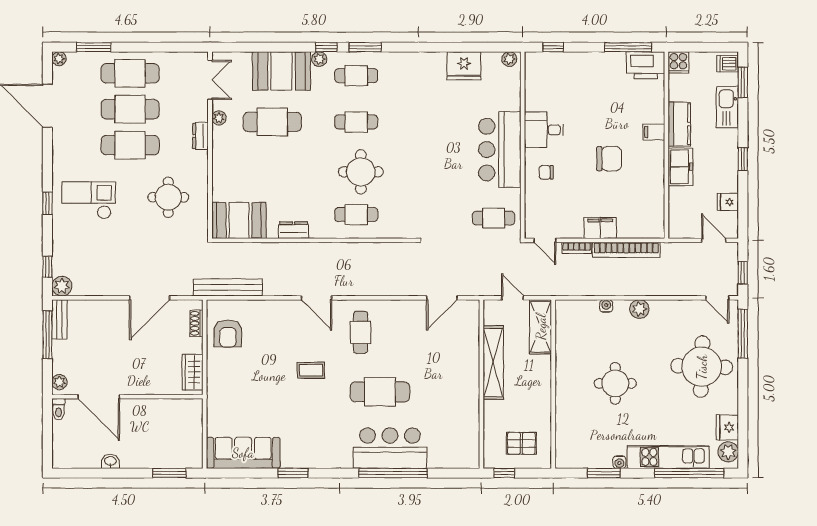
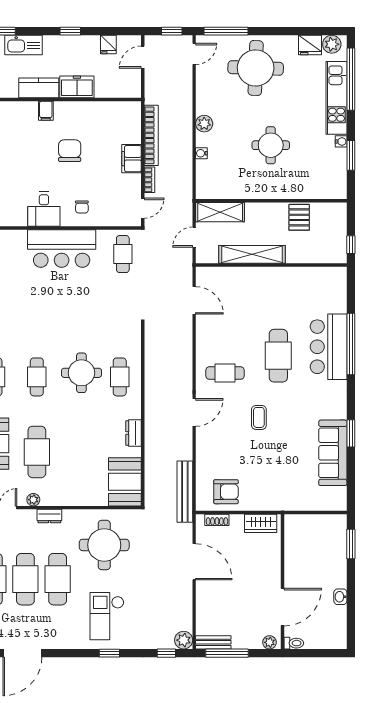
round table: (168, 197) -> (104, 545), width x1.36, depth x1.36
pallet: (521, 443) -> (299, 217), moved
sofa: (243, 453) -> (333, 453), moved

